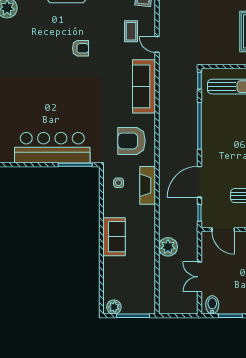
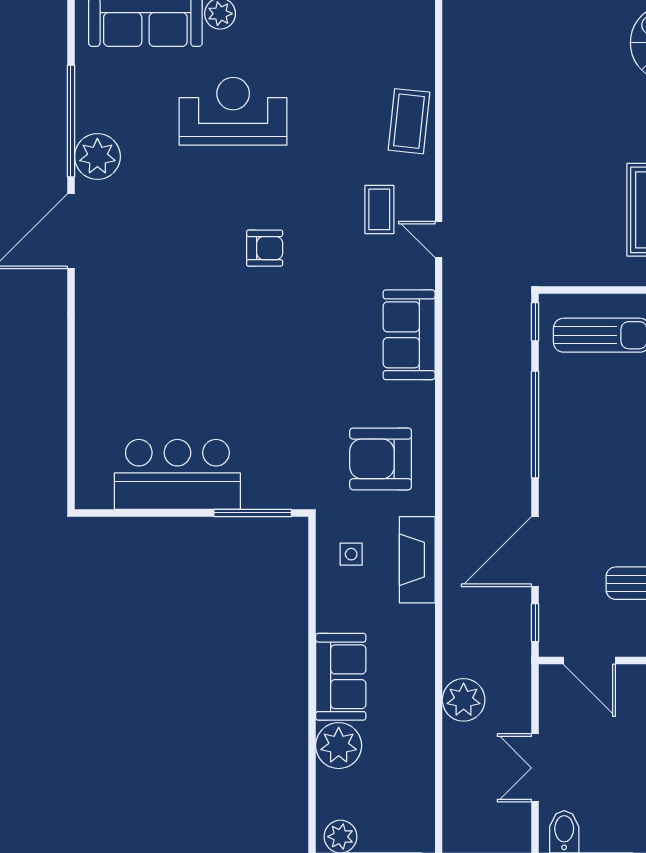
sofa: (144, 86) -> (409, 335), width x0.73
bar counter: (52, 148) -> (177, 474), width x0.73
plant: (113, 267) -> (339, 746), added

